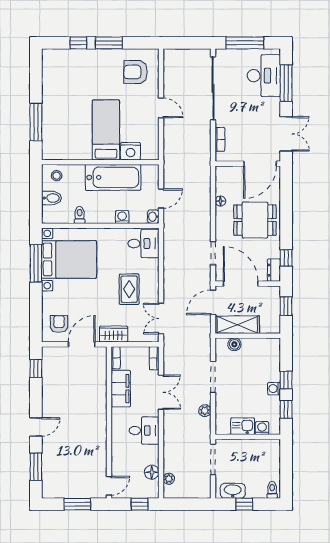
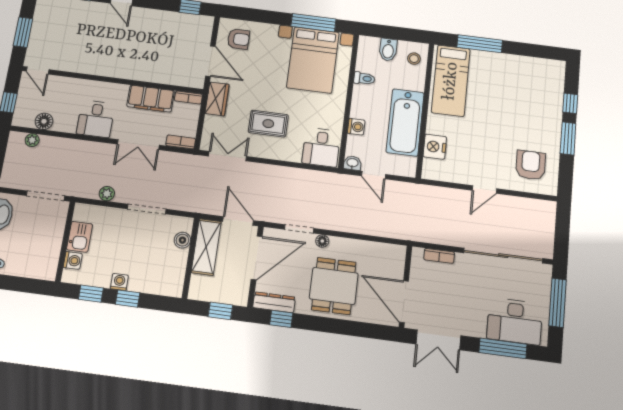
bed: (106, 130) -> (451, 81), moved, turned 90
floor lamp: (220, 201) -> (322, 241), moved
dresser: (274, 270) -> (274, 302), width x1.44

